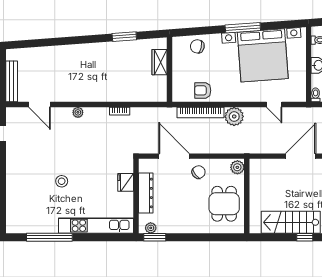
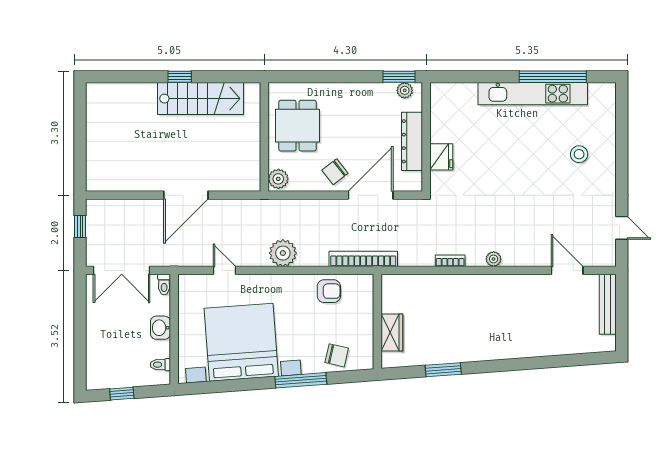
window: (243, 28) -> (301, 380), moved
plant: (78, 112) -> (494, 259), moved
bookcase: (200, 112) -> (363, 259), moved
door: (174, 156) -> (371, 195), swing flipped
stool: (62, 181) -> (579, 154), moved
kitchen unit: (96, 226) -> (533, 94), moved

